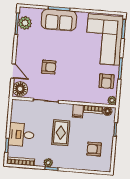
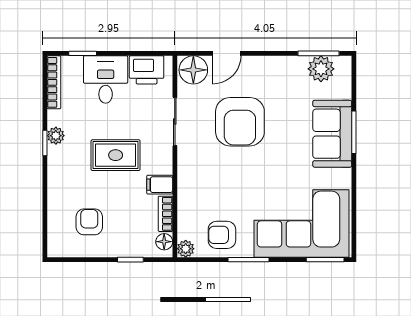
armchair: (49, 67) -> (240, 122), width x1.88, depth x1.88
printer: (18, 113) -> (147, 70), added

